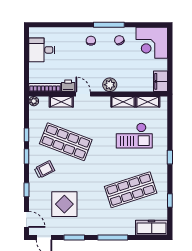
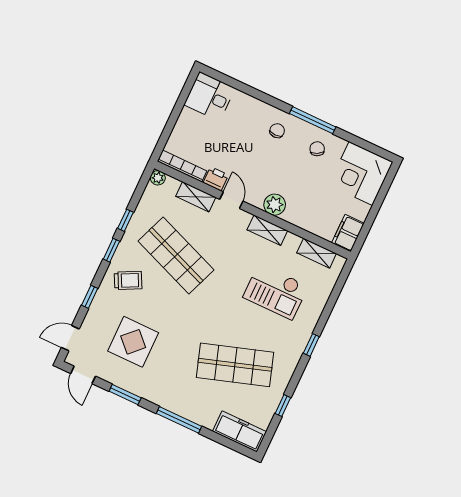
desk: (42, 50) -> (210, 97), moved
shelving: (123, 102) -> (267, 230), moved
door: (26, 219) -> (70, 338), swing flipped

